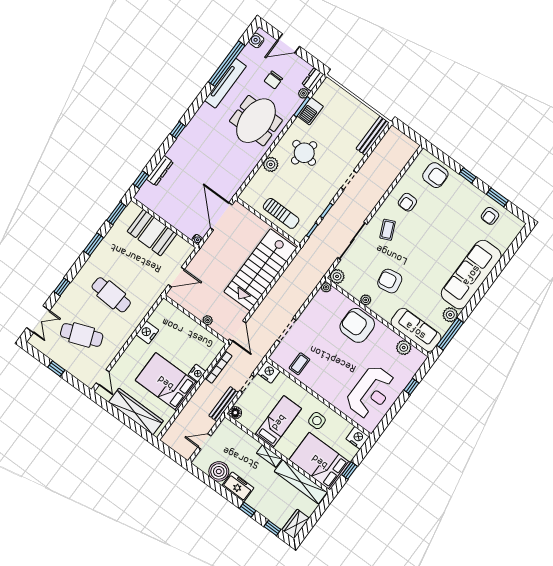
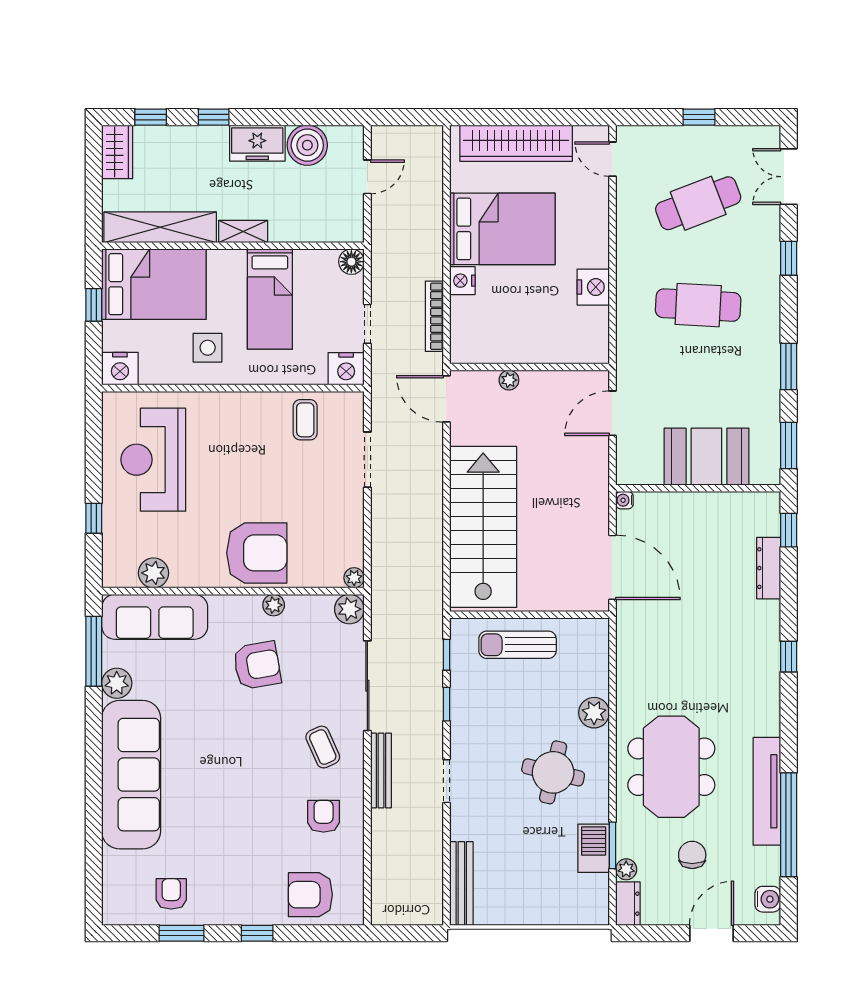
bench: (224, 404) -> (381, 770), moved

